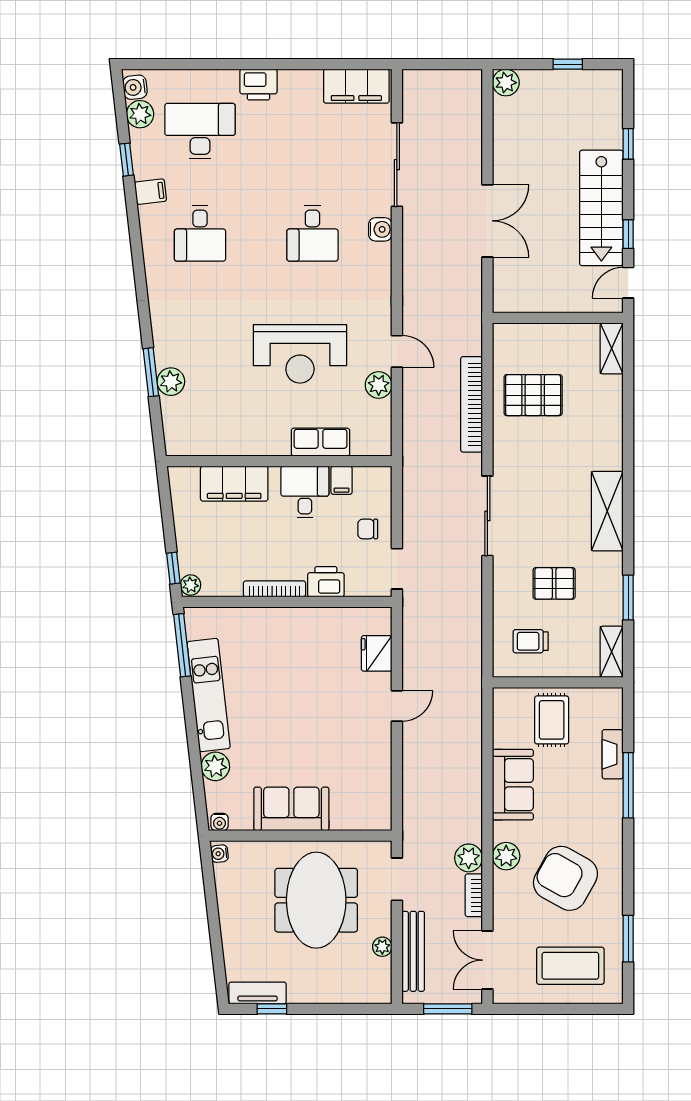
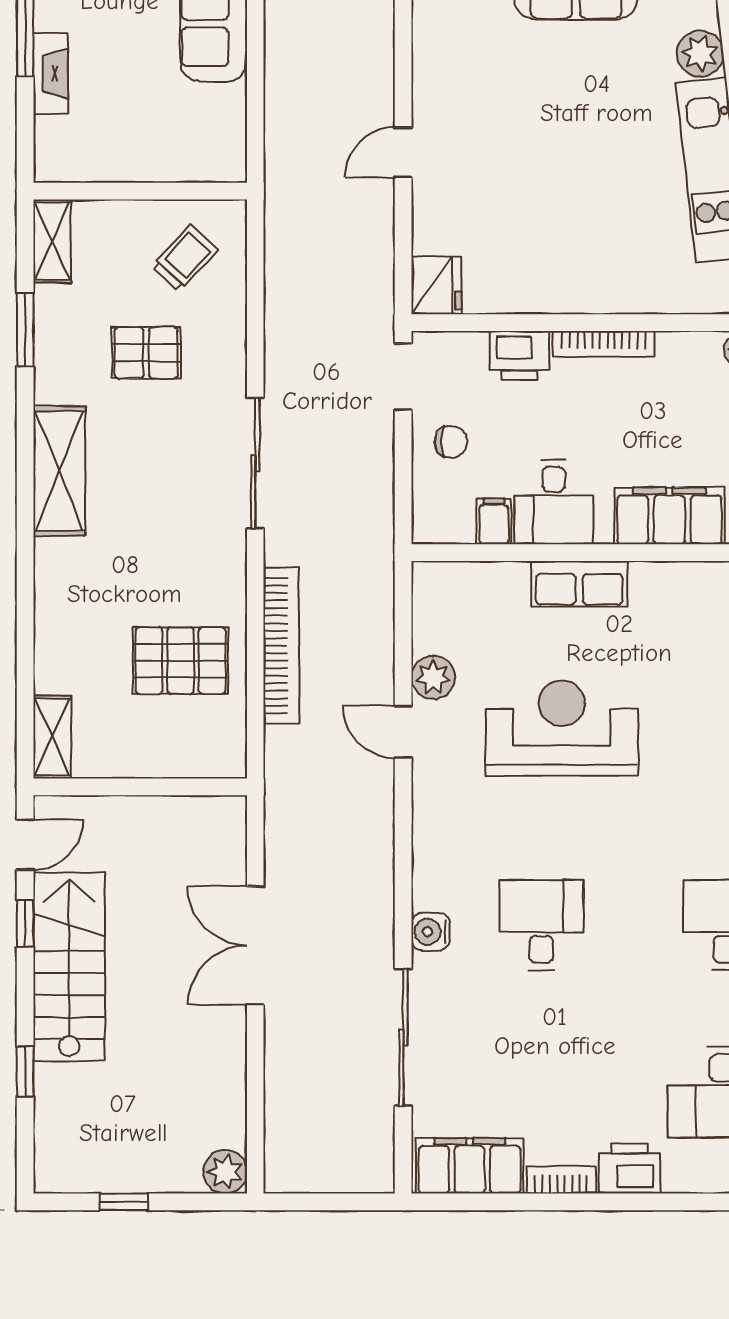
bookcase: (300, 78) -> (561, 1180), added
row of seats: (320, 442) -> (579, 584), moved
trolley: (531, 641) -> (185, 258), turned -47
fridge: (377, 653) -> (436, 285), moved
rug: (552, 720) -> (150, 130), removed

